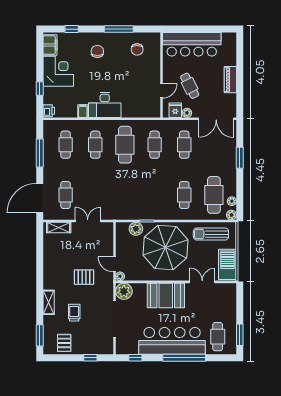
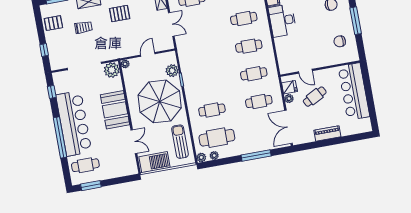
cafe table: (125, 145) -> (249, 46), width x0.73, depth x0.74
window: (240, 158) -> (256, 156), width x1.44
door: (114, 264) -> (148, 54), moved
pallet: (84, 277) -> (120, 14), moved, turned 90

